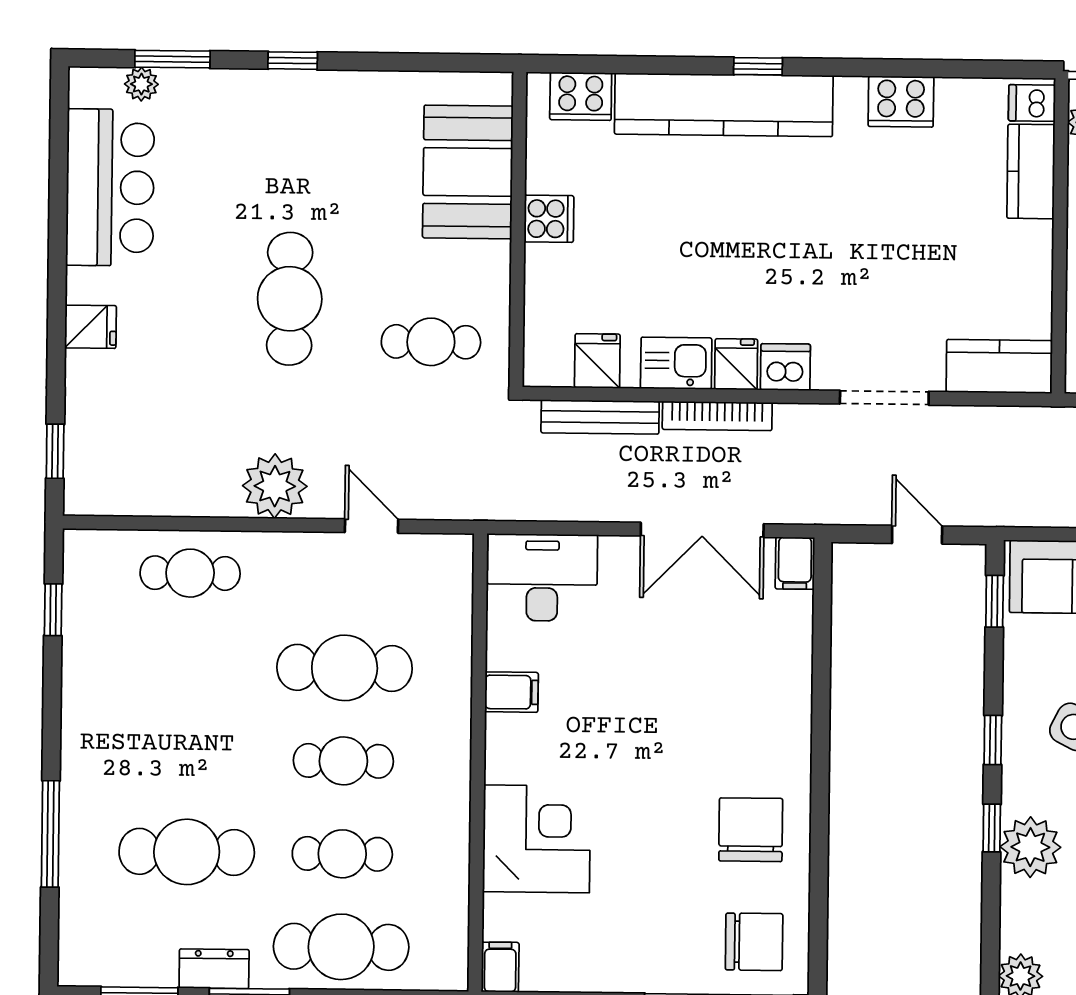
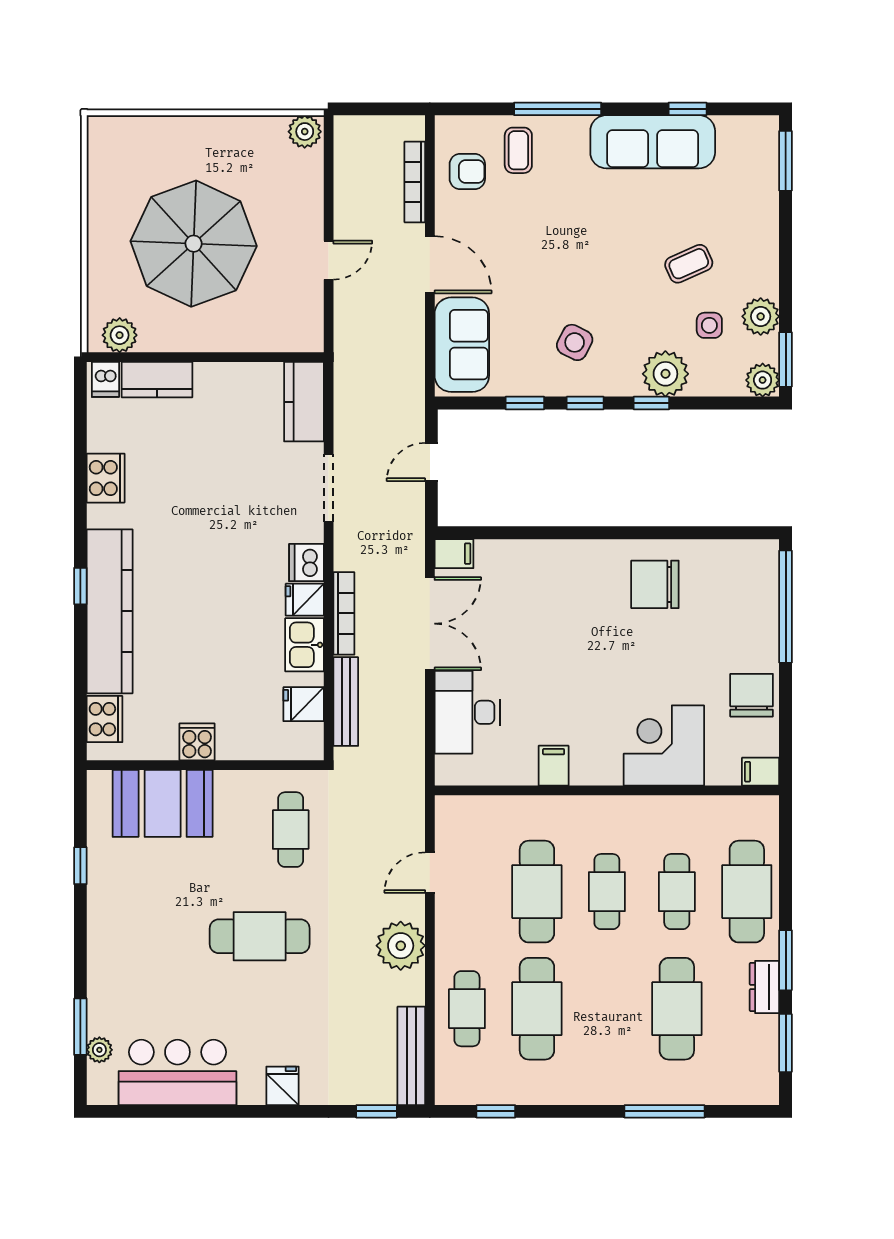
window: (293, 61) -> (80, 866), moved
bench: (128, 498) -> (411, 1056), added
desk: (542, 578) -> (467, 712), moved
window: (995, 601) -> (525, 403), moved
cafe table: (189, 666) -> (537, 1009), added
chair: (754, 942) -> (752, 695), moved

